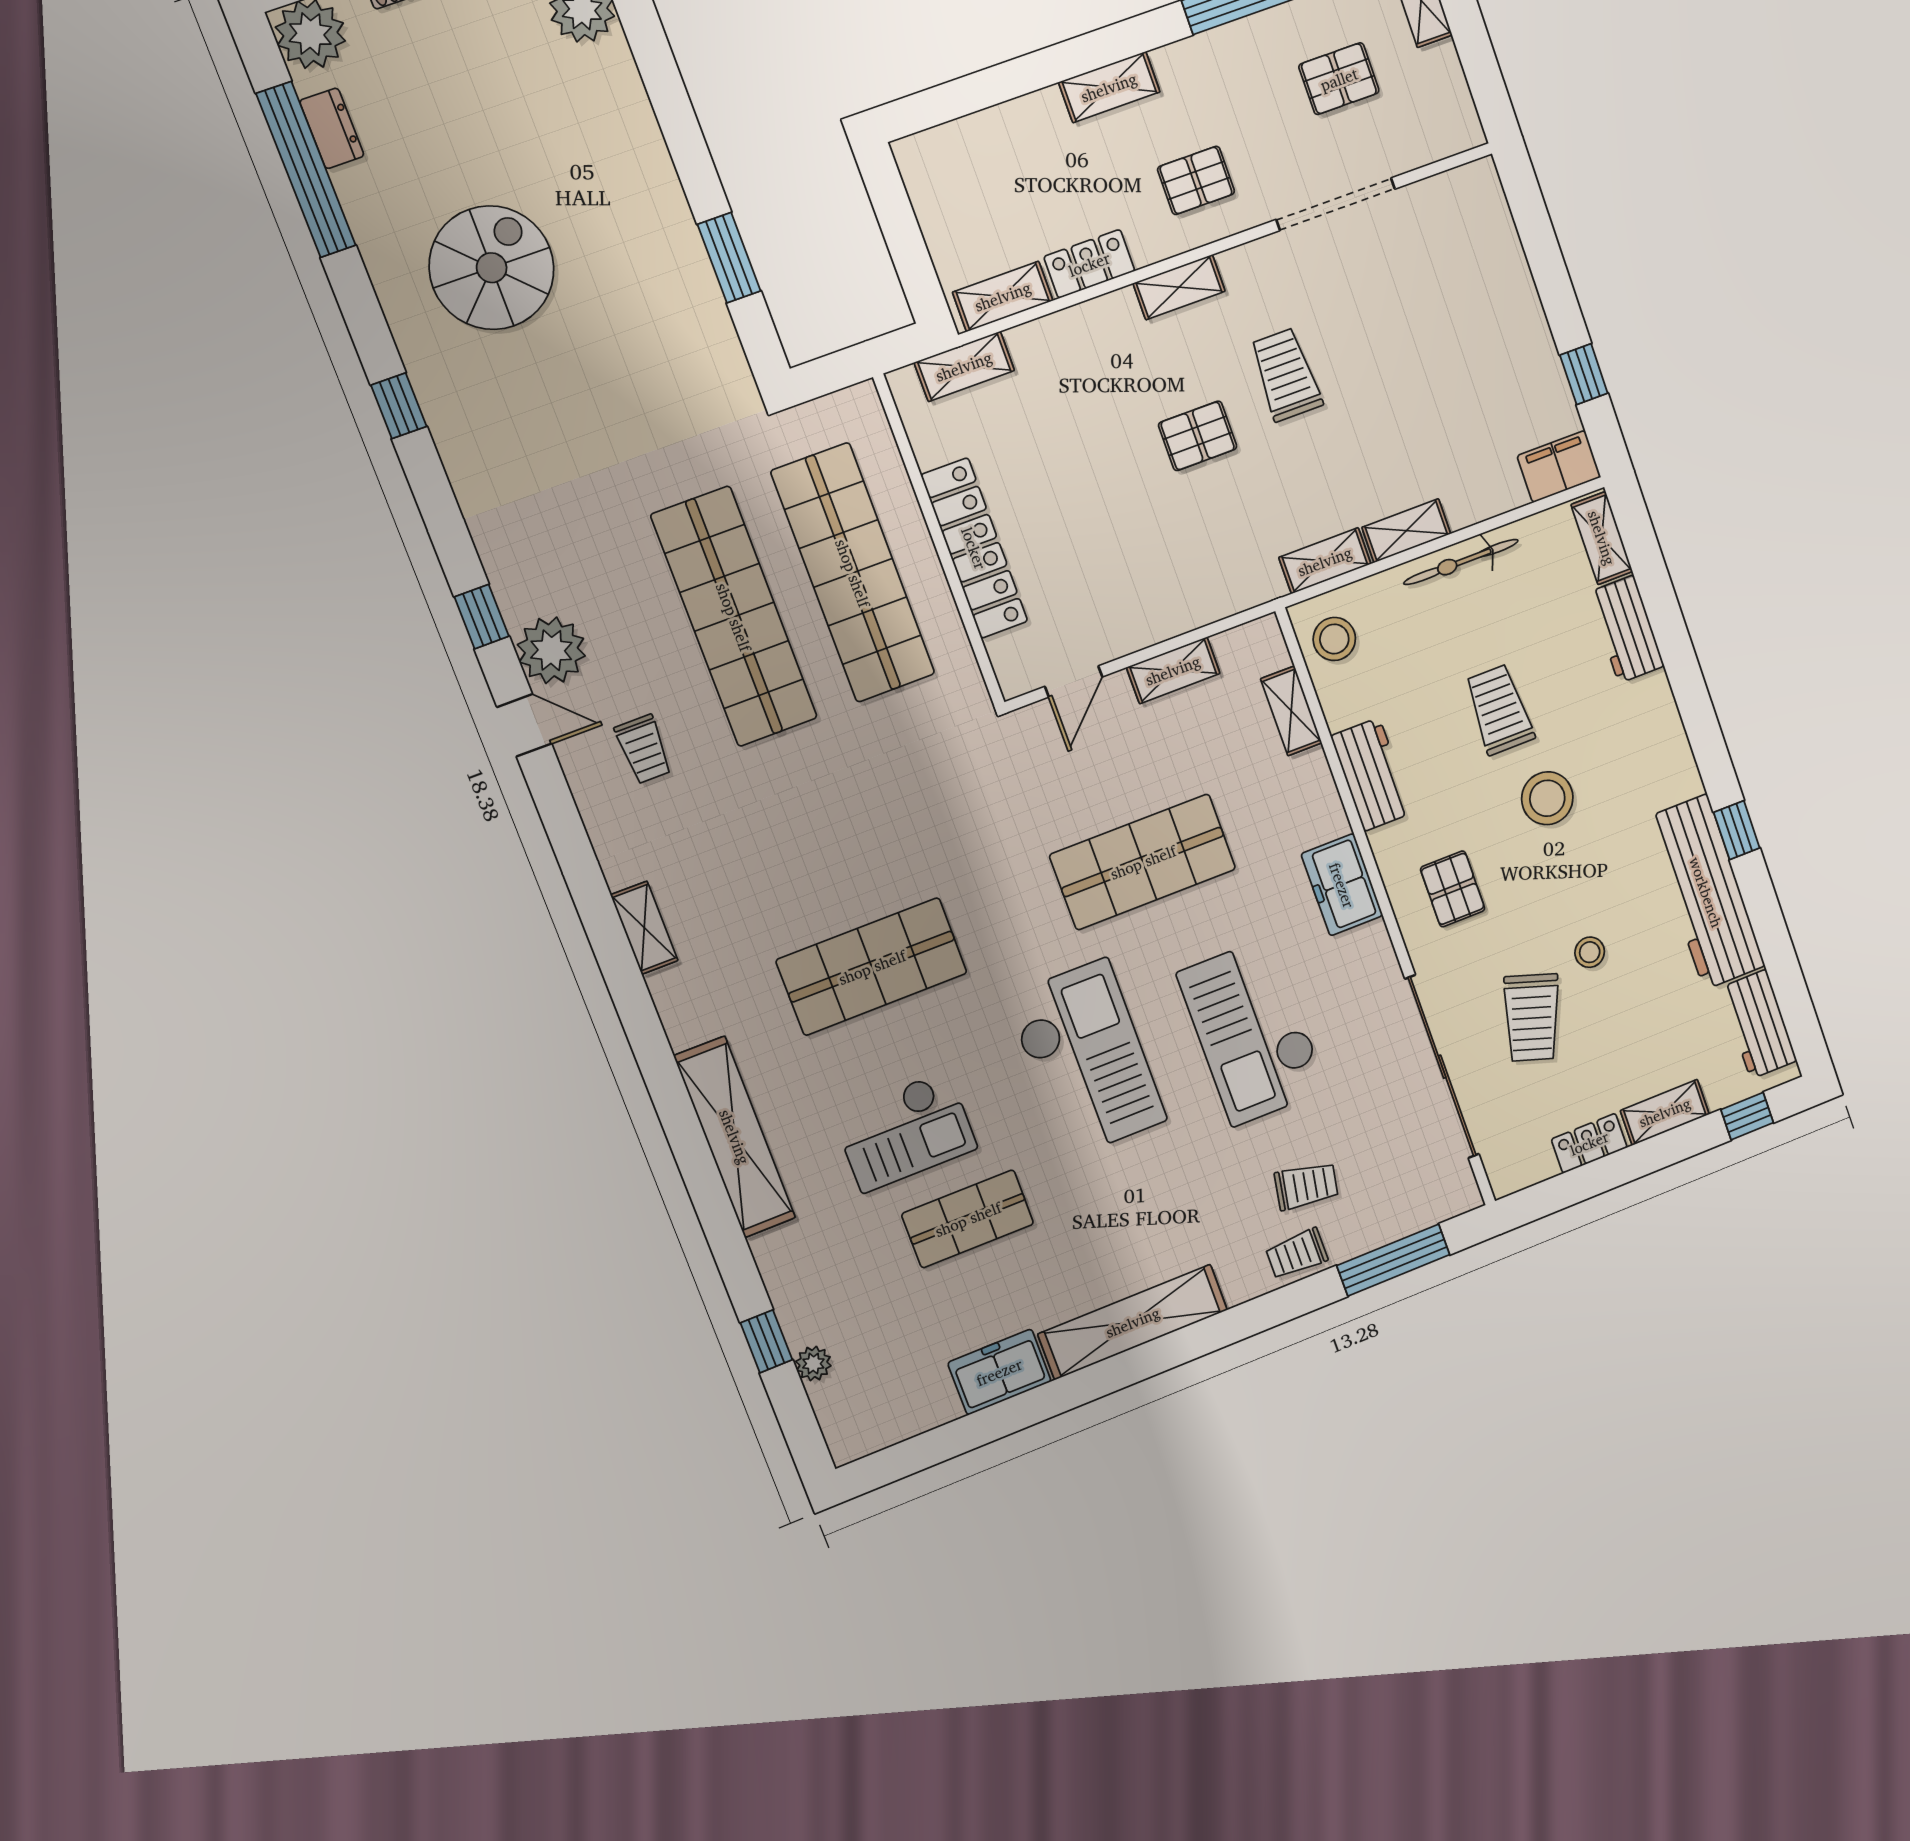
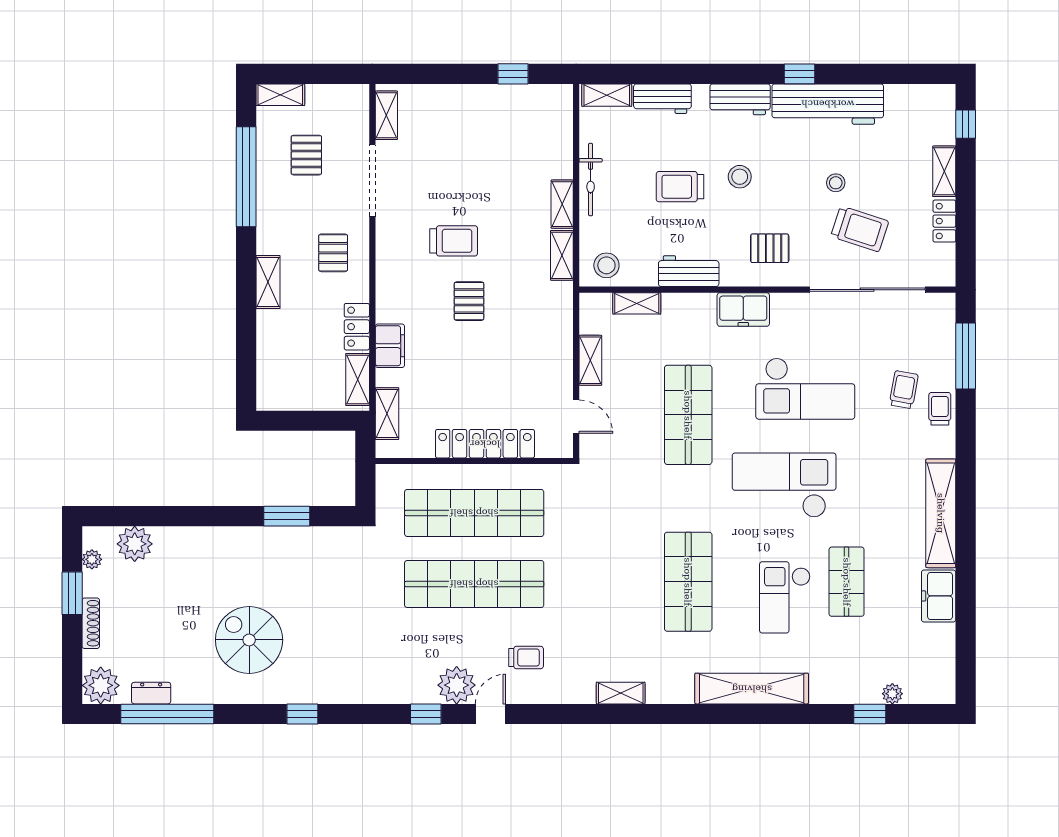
shelving: (1179, 287) -> (386, 115), moved
trolley: (1286, 375) -> (454, 241), turned 180
filing cabinet: (1559, 467) -> (390, 346), moved, turned 180
stool: (1547, 798) -> (740, 177), width x0.73, depth x0.73
workbench: (1758, 1024) -> (740, 99), moved
checkout: (905, 1131) -> (785, 597), turned 180
trolley: (1297, 1254) -> (940, 409), turned 180

